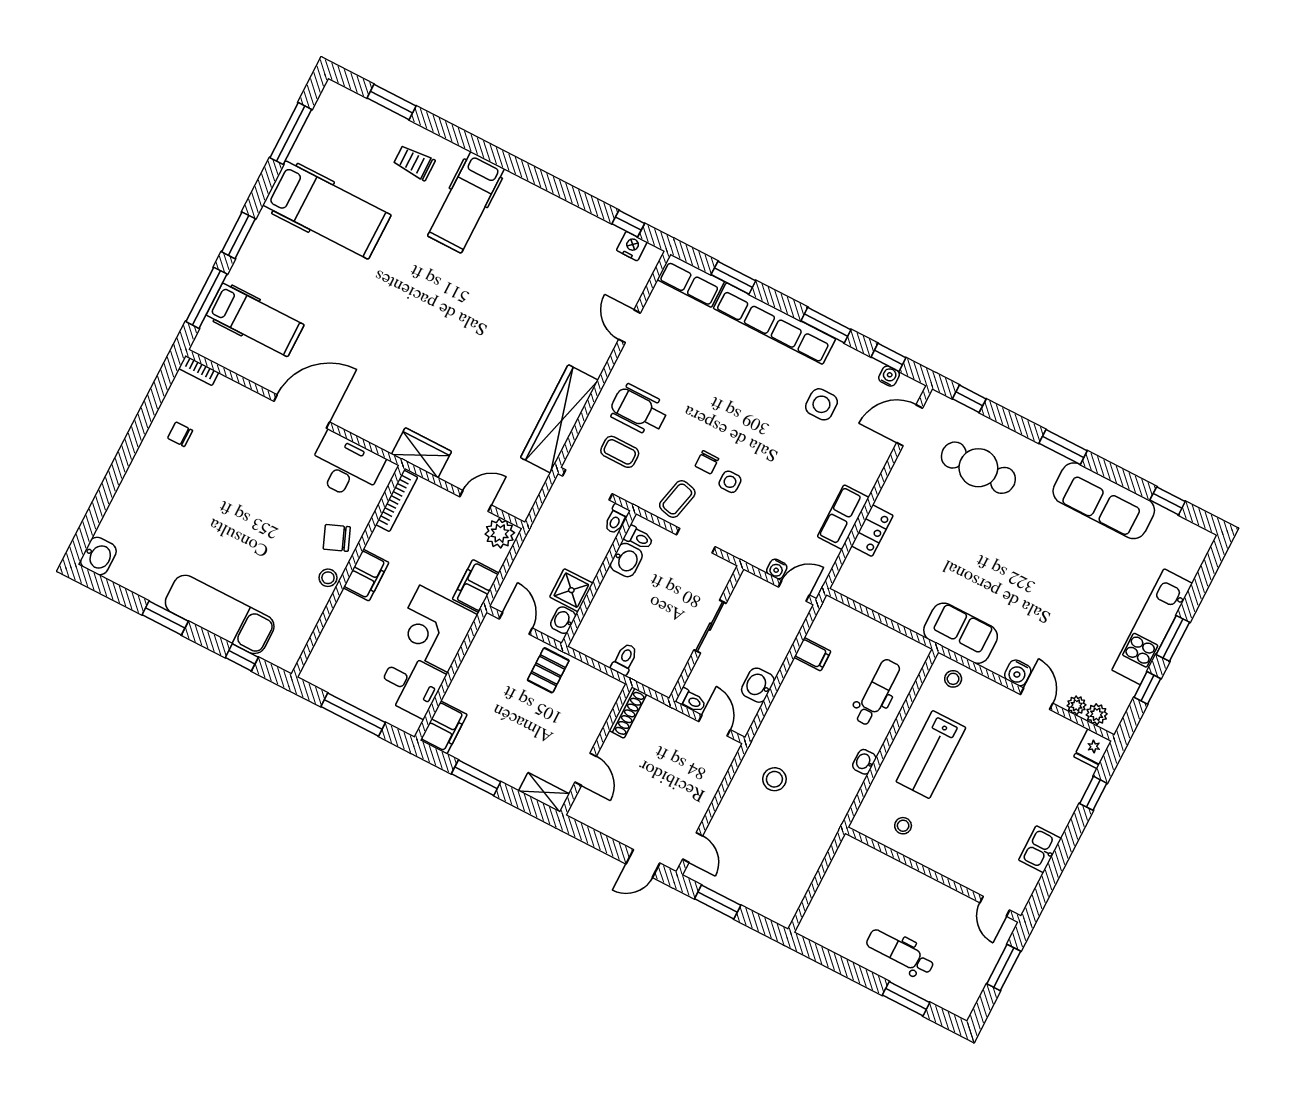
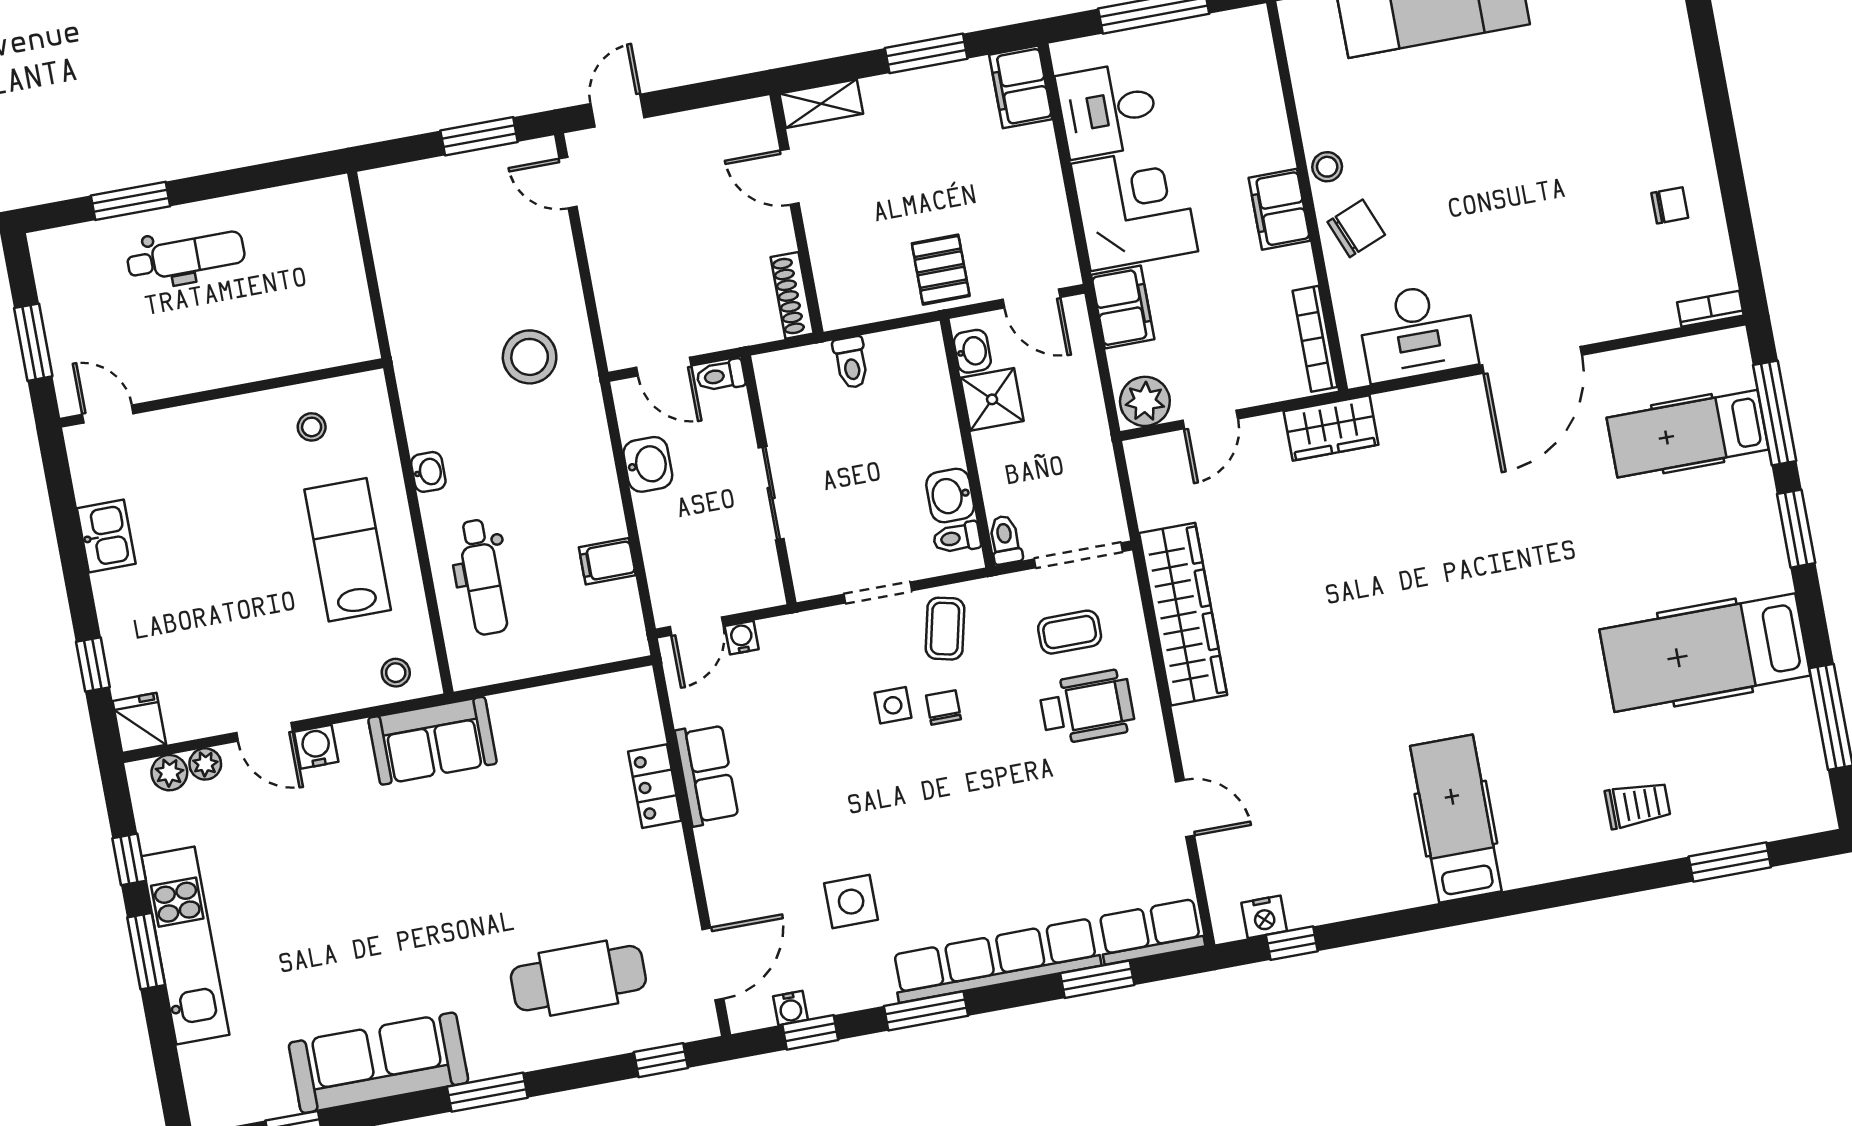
hospital bed: (466, 202) -> (1456, 819), moved
stool: (774, 779) -> (530, 357), width x1.38, depth x1.38

